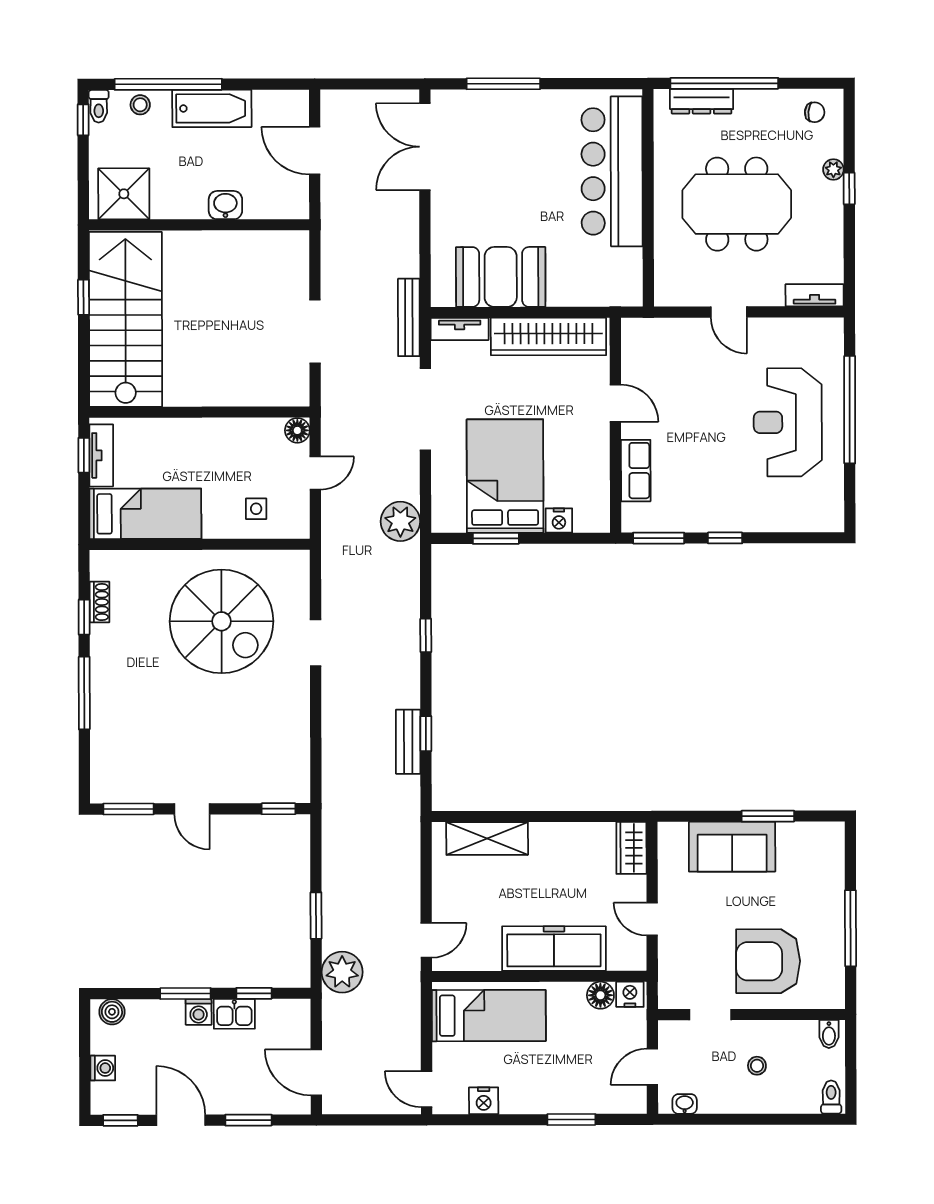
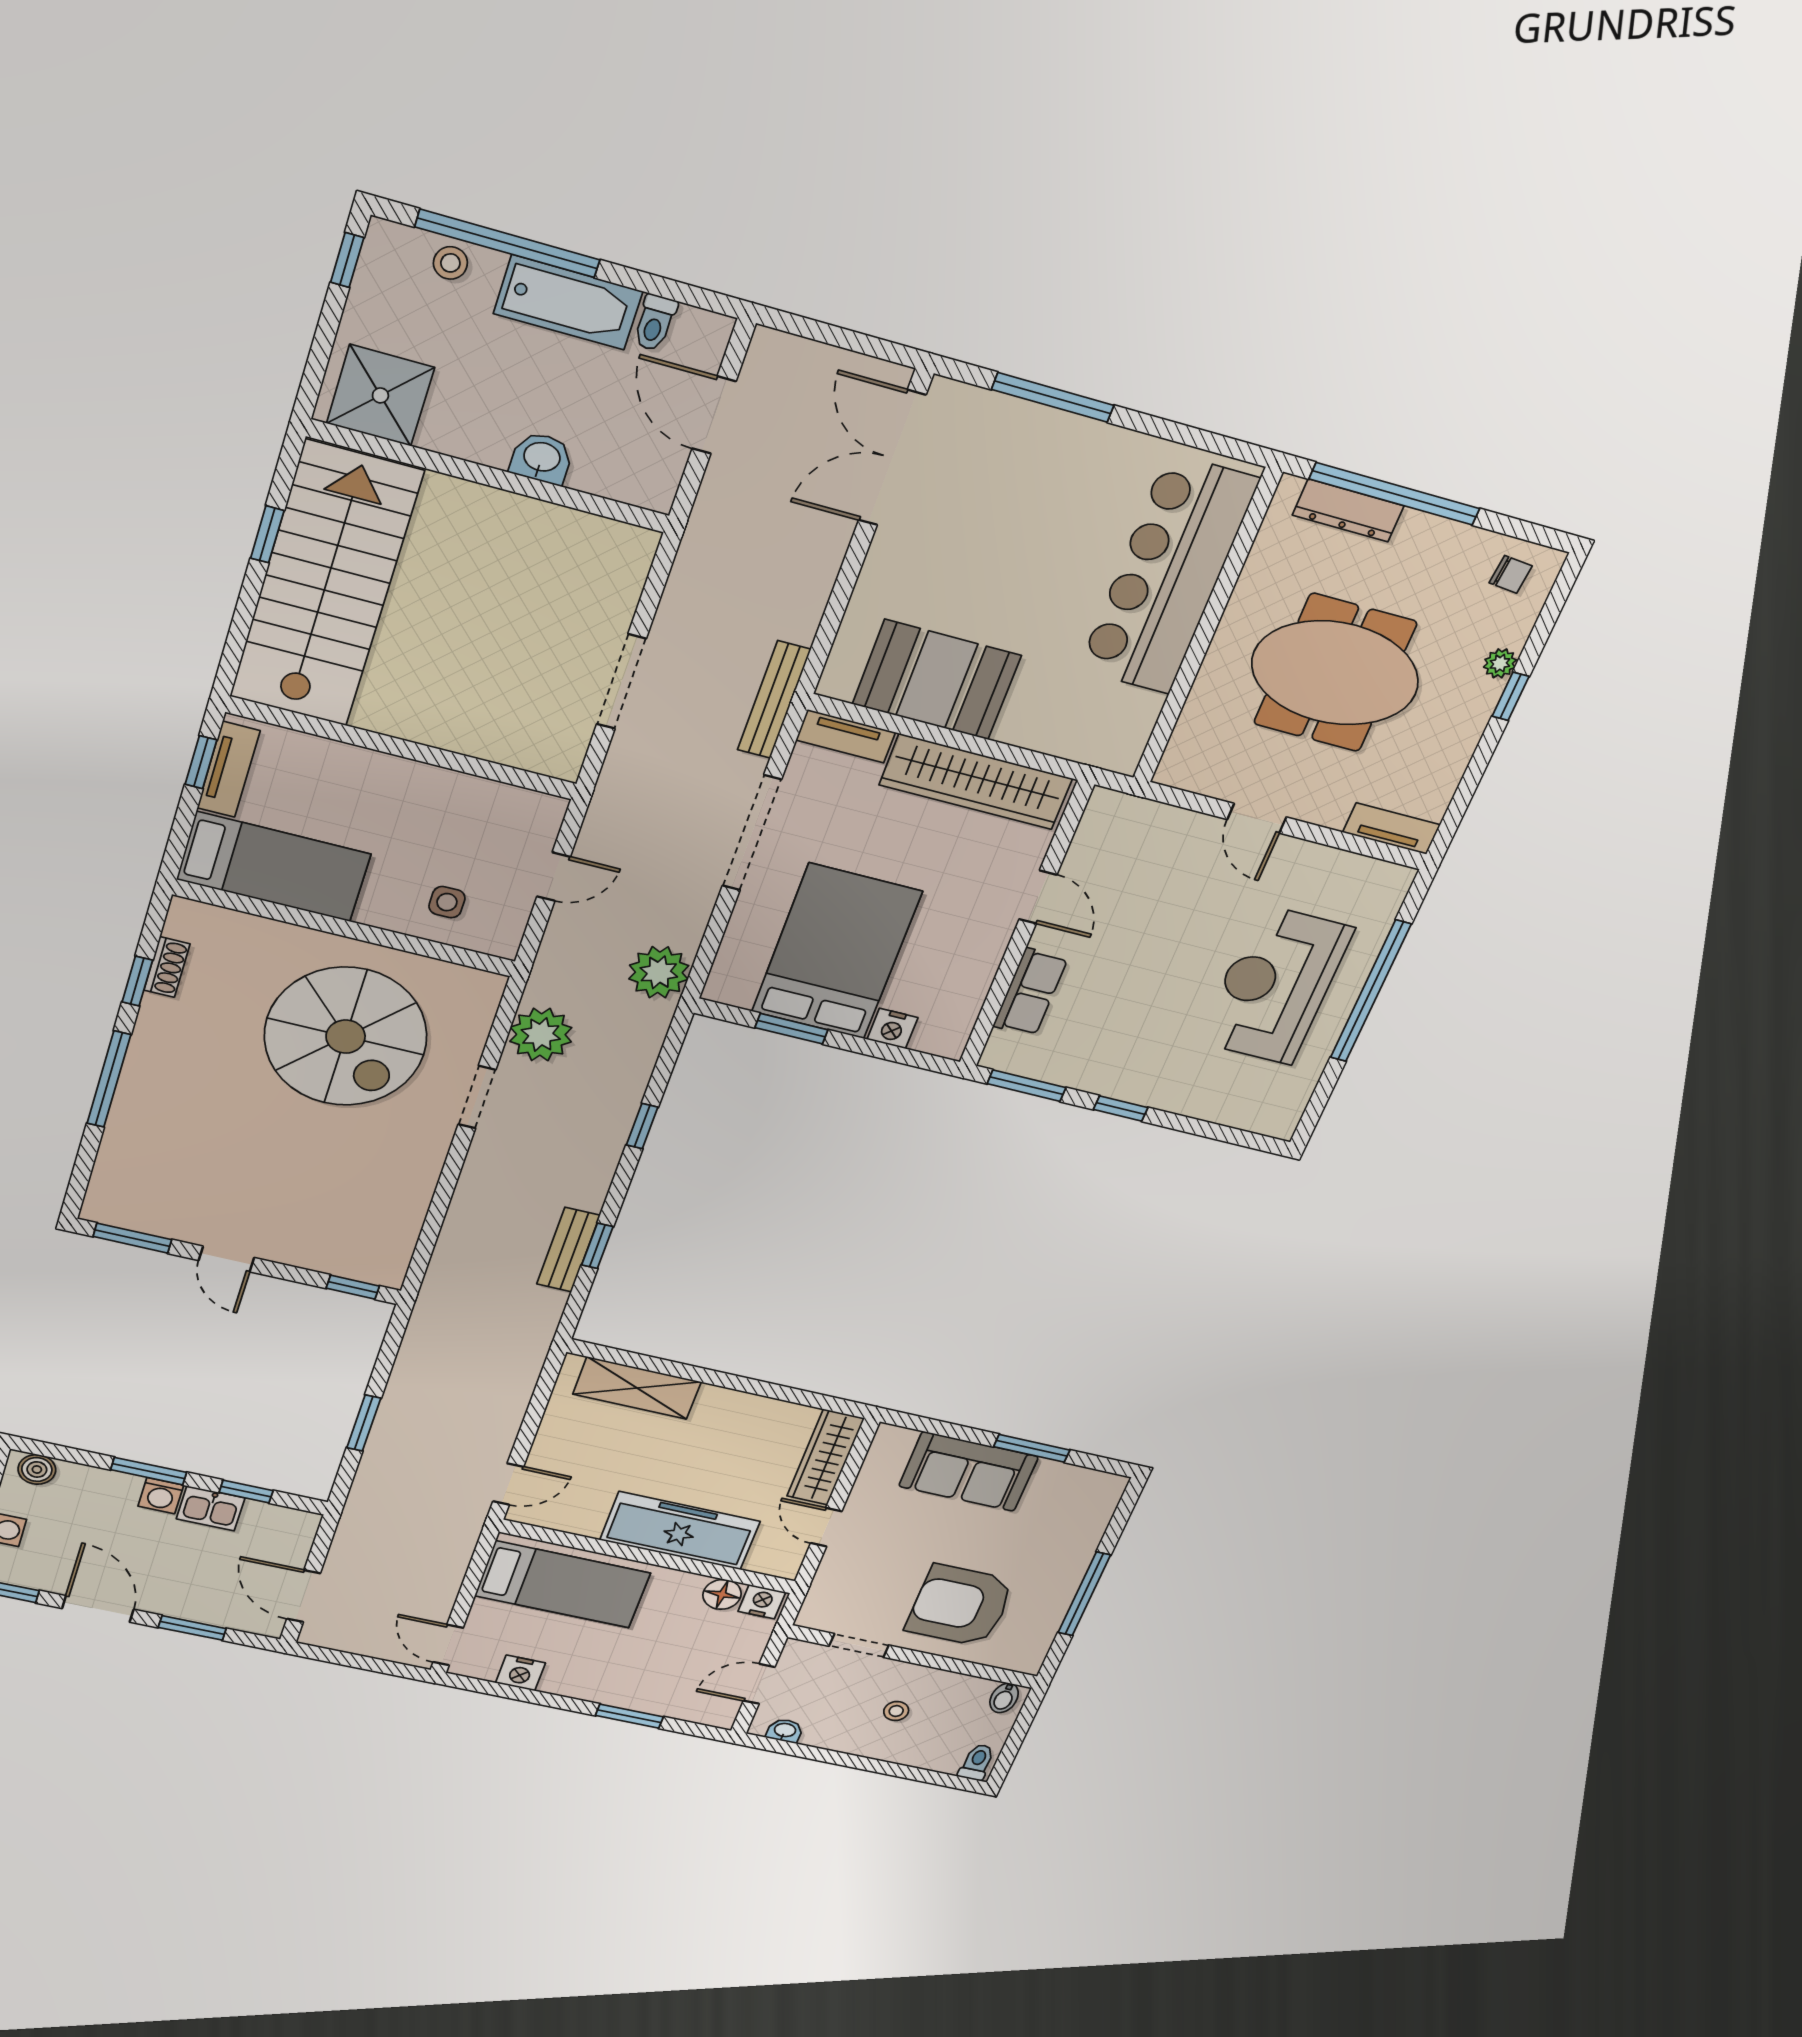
toilet: (99, 106) -> (655, 323), moved
floor lamp: (297, 430) -> (546, 812), removed
wardrobe: (631, 848) -> (826, 1457), width x1.50
plant: (342, 972) -> (541, 1035), moved

